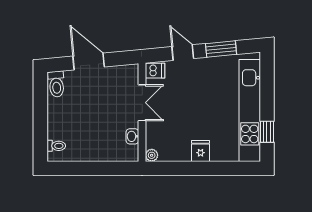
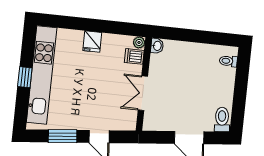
dishwasher: (155, 71) -> (134, 56), moved
window: (267, 132) -> (25, 77), moved
washbasin: (132, 136) -> (157, 46), moved

